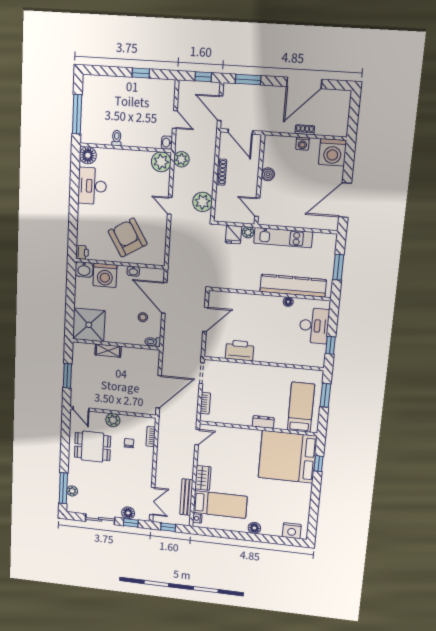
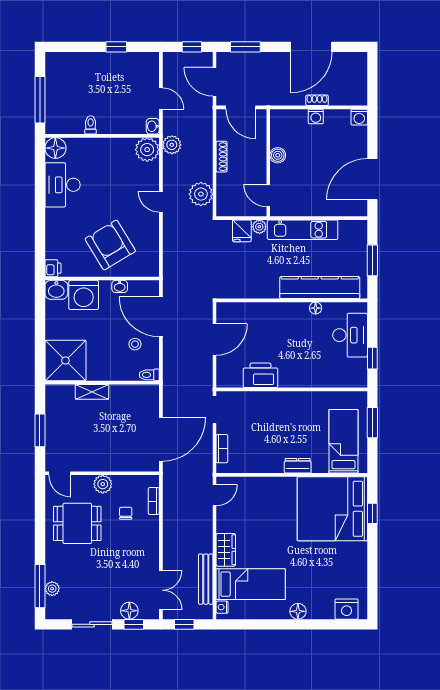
washing machine: (332, 152) -> (359, 117), width x0.53, depth x0.53

